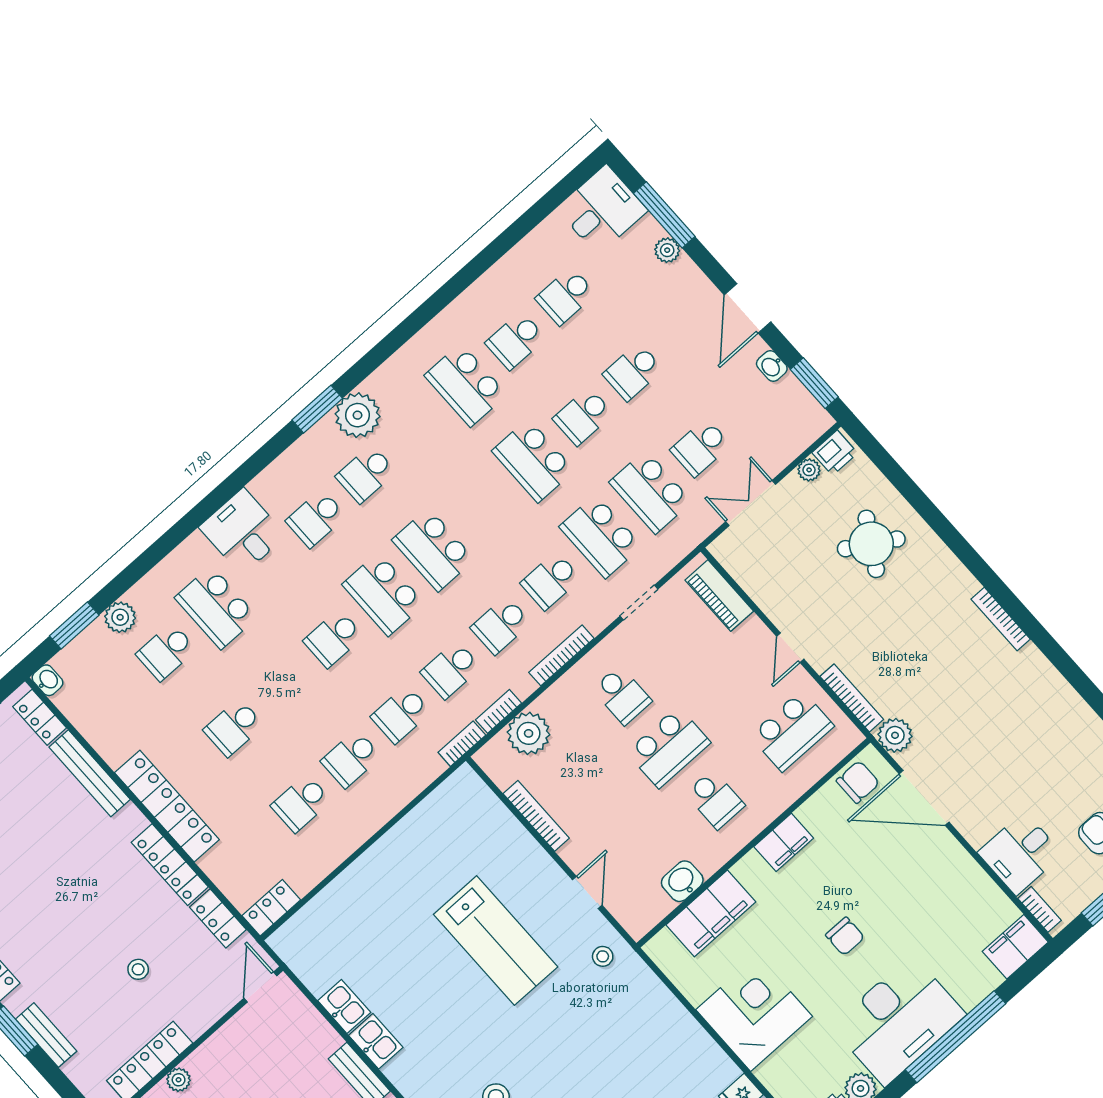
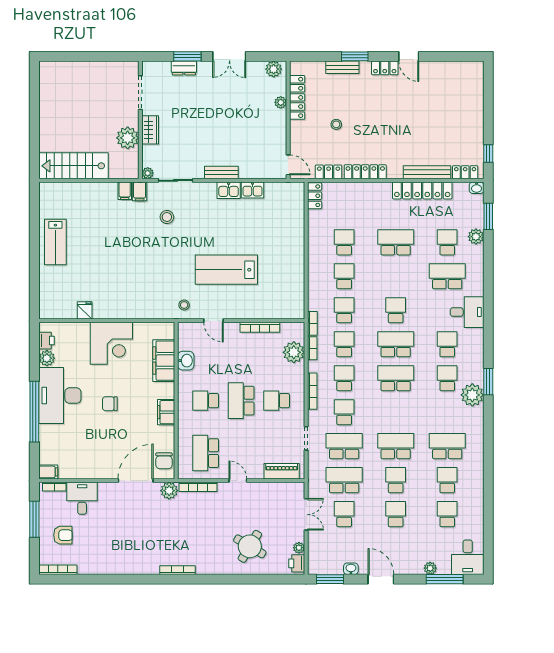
school desk: (234, 728) -> (396, 242), width x1.85
locker: (167, 806) -> (422, 190), moved
filing cabinet: (1015, 947) -> (48, 472), width x0.50

